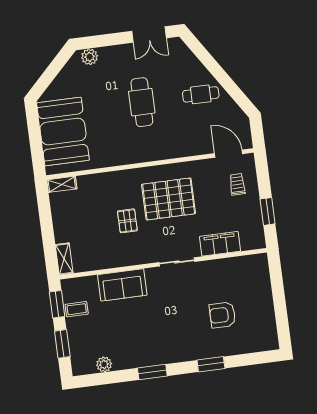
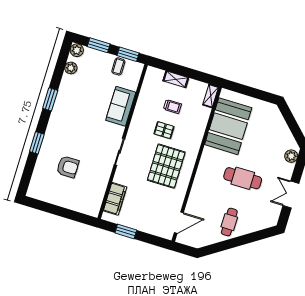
double door: (149, 35) -> (291, 195), moved
booth: (63, 132) -> (228, 126), moved, turned 90
trolley: (237, 184) -> (172, 107), moved
filing cabinet: (220, 244) -> (115, 199), moved
shelving: (64, 259) -> (176, 79), moved
armchair: (222, 315) -> (68, 167), turned 90
plant: (80, 367) -> (77, 50), added

